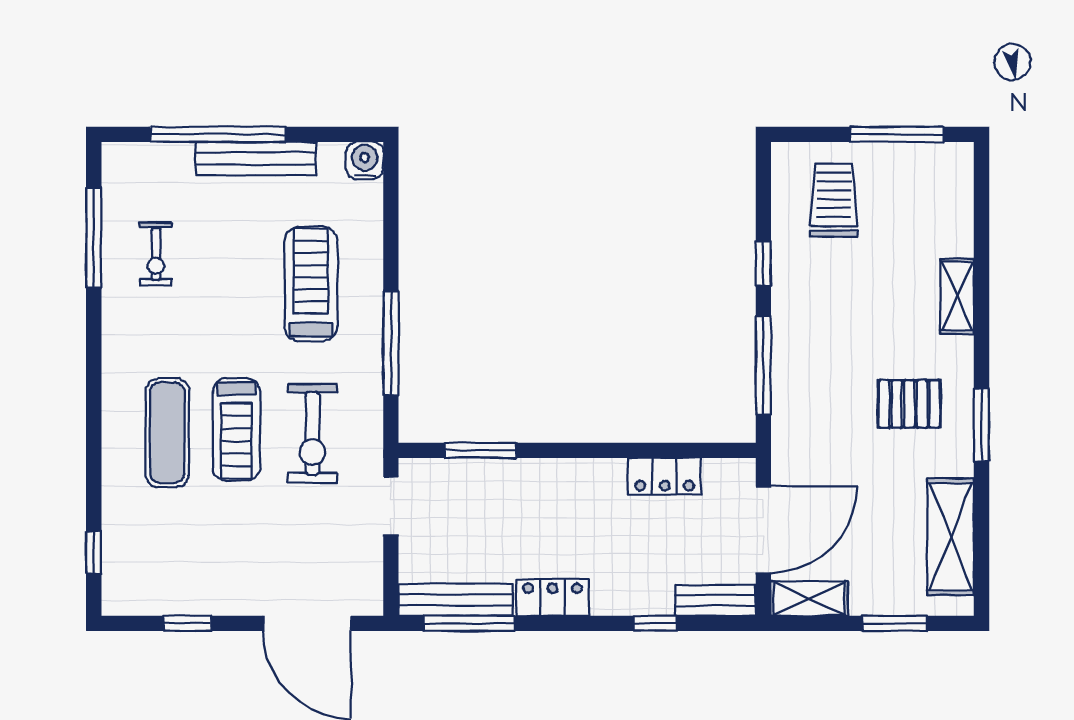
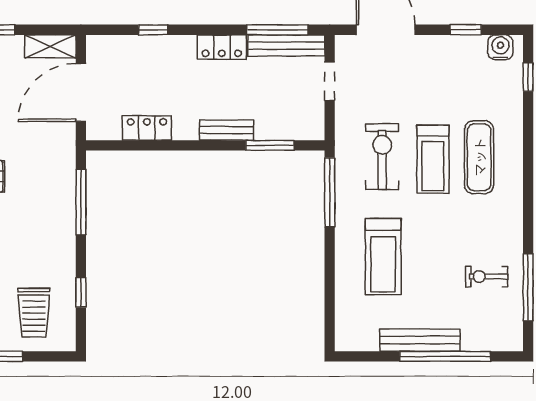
water cooler: (365, 161) -> (500, 47), moved, turned 180
exercise bike: (156, 254) -> (487, 277), turned -90
window: (763, 264) -> (81, 292), moved
window: (391, 343) -> (330, 192), moved
treadmill: (236, 430) -> (433, 159), turned 180
doorway: (391, 506) -> (330, 81), moved
bench: (715, 600) -> (227, 130), moved

